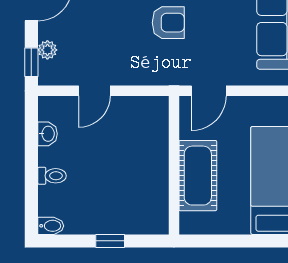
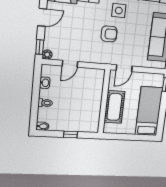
plant: (47, 50) -> (47, 55), moved

